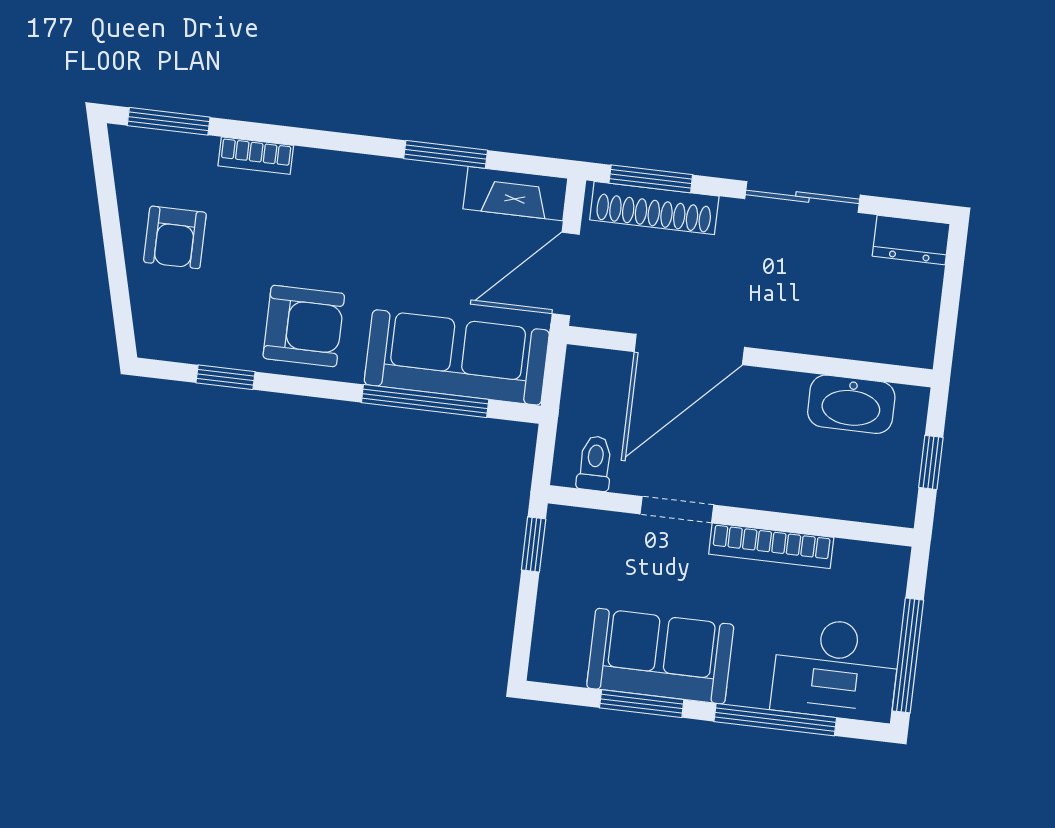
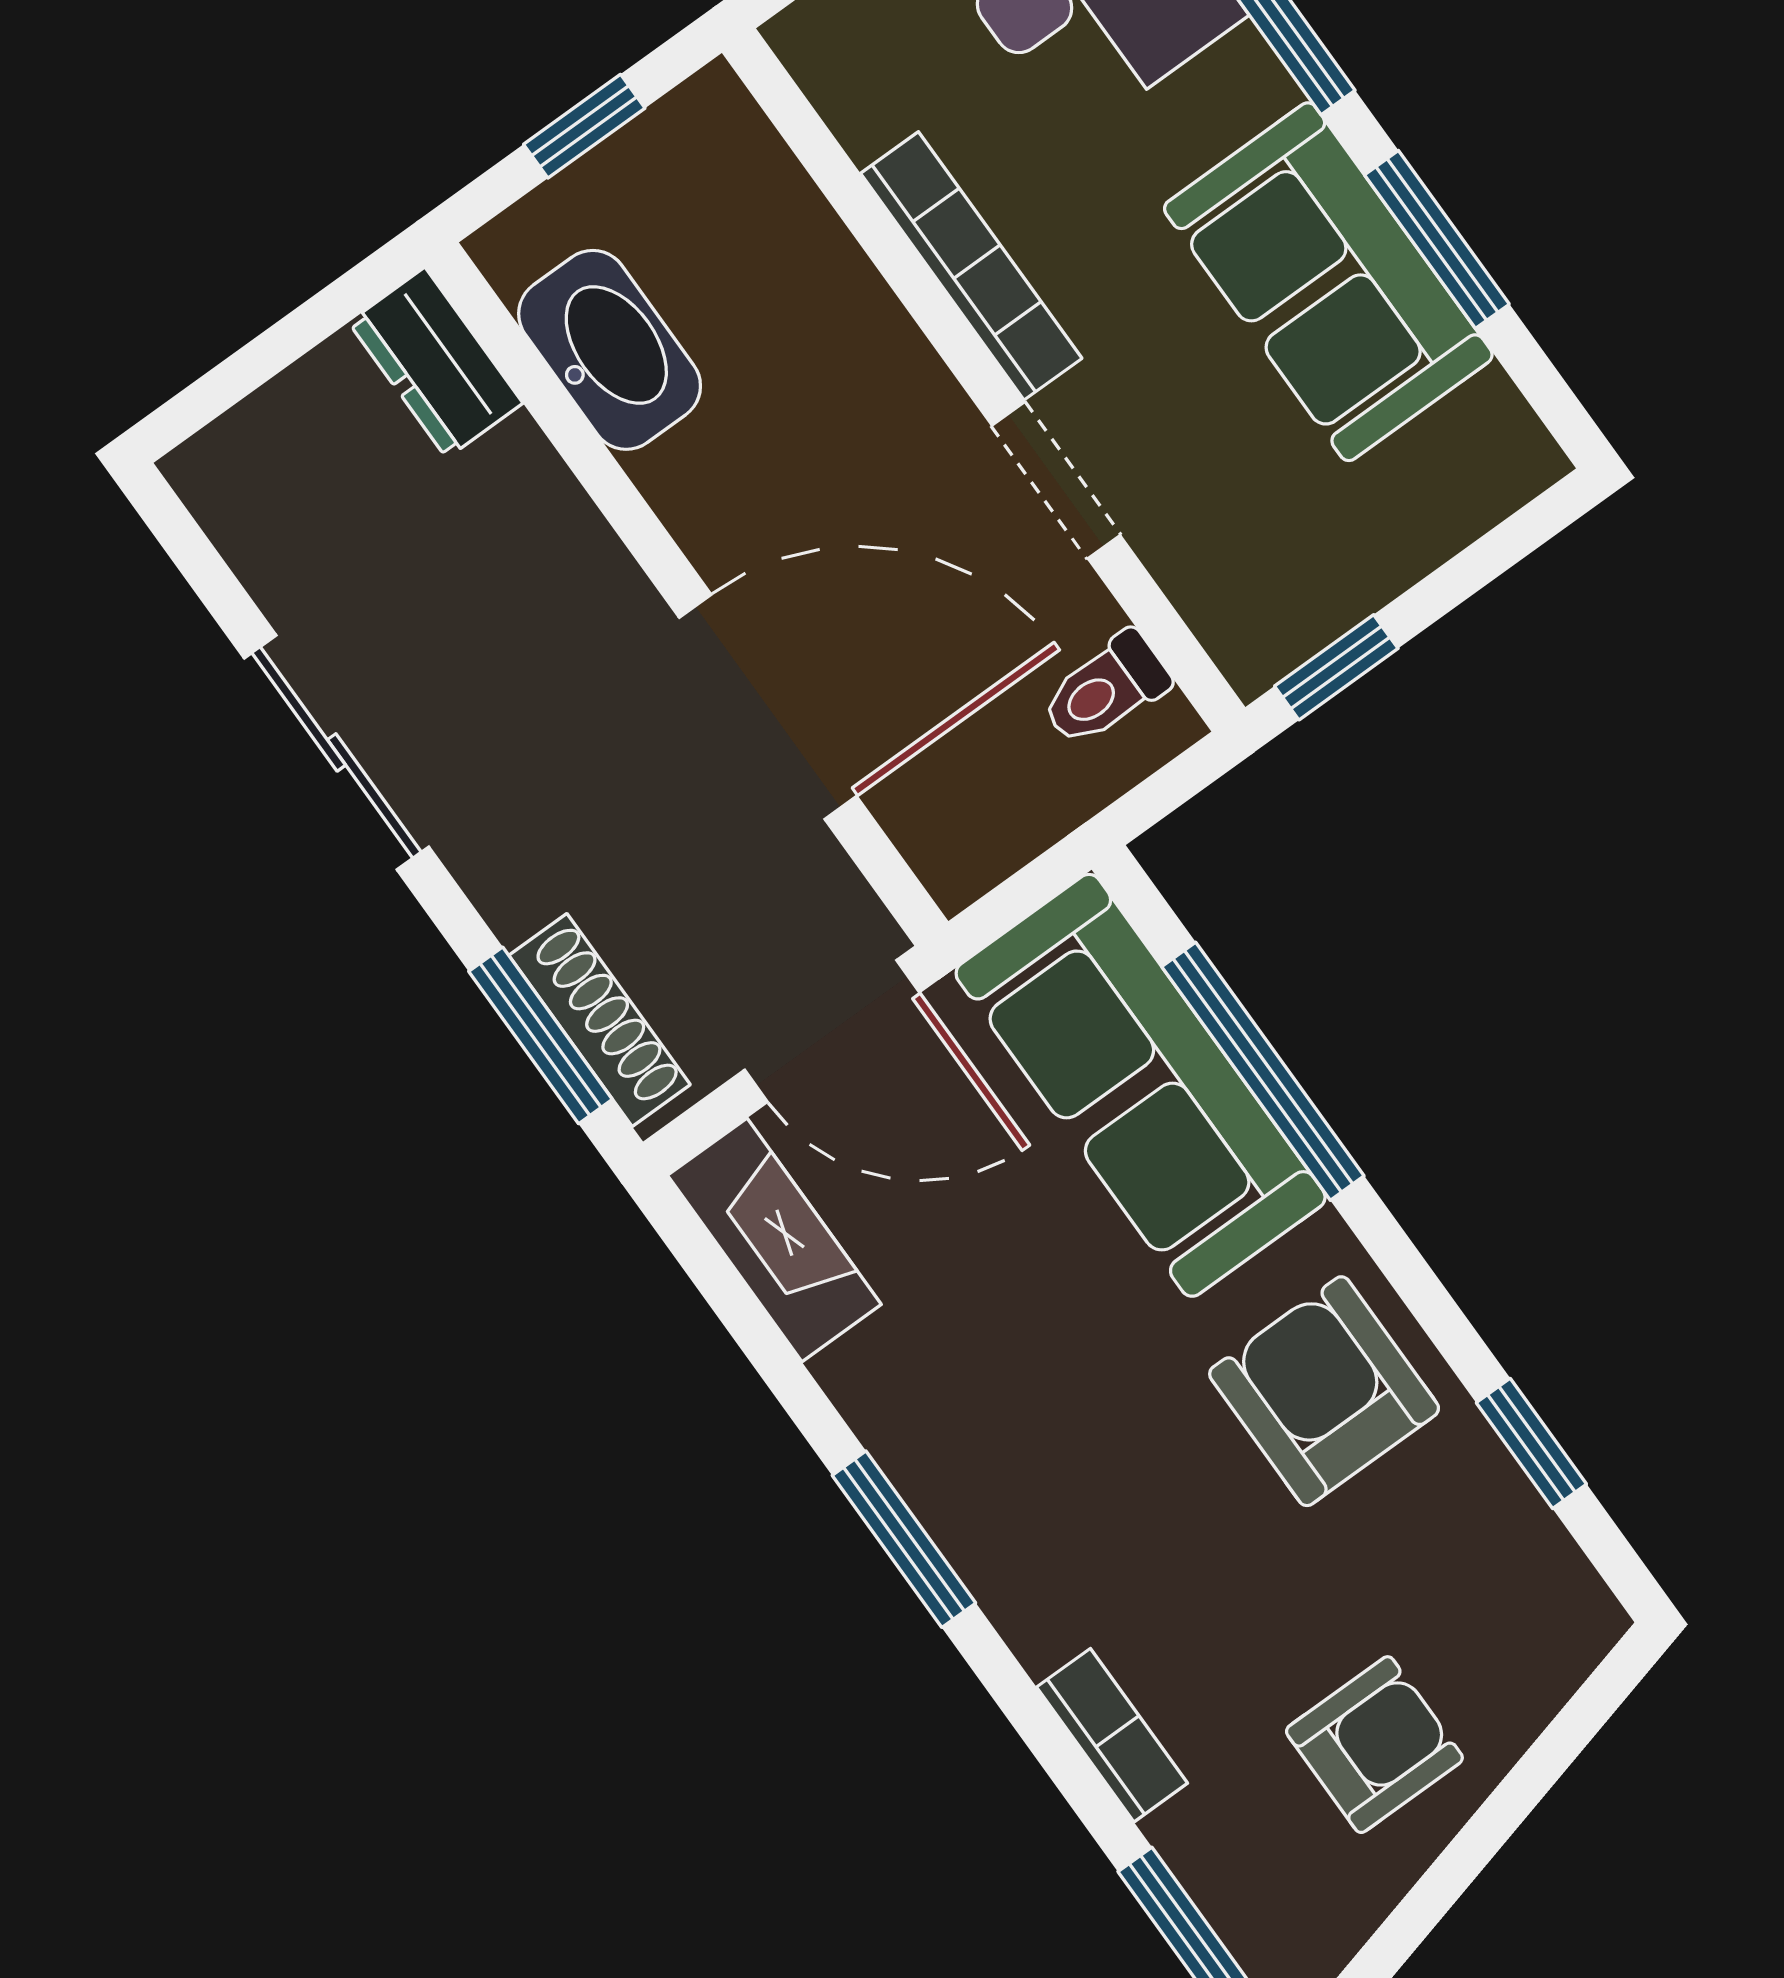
window: (446, 154) -> (904, 1539), moved
shoe rack: (654, 208) -> (599, 1020), width x0.74, depth x0.81
dresser: (911, 240) -> (436, 363), moved, turned 180

